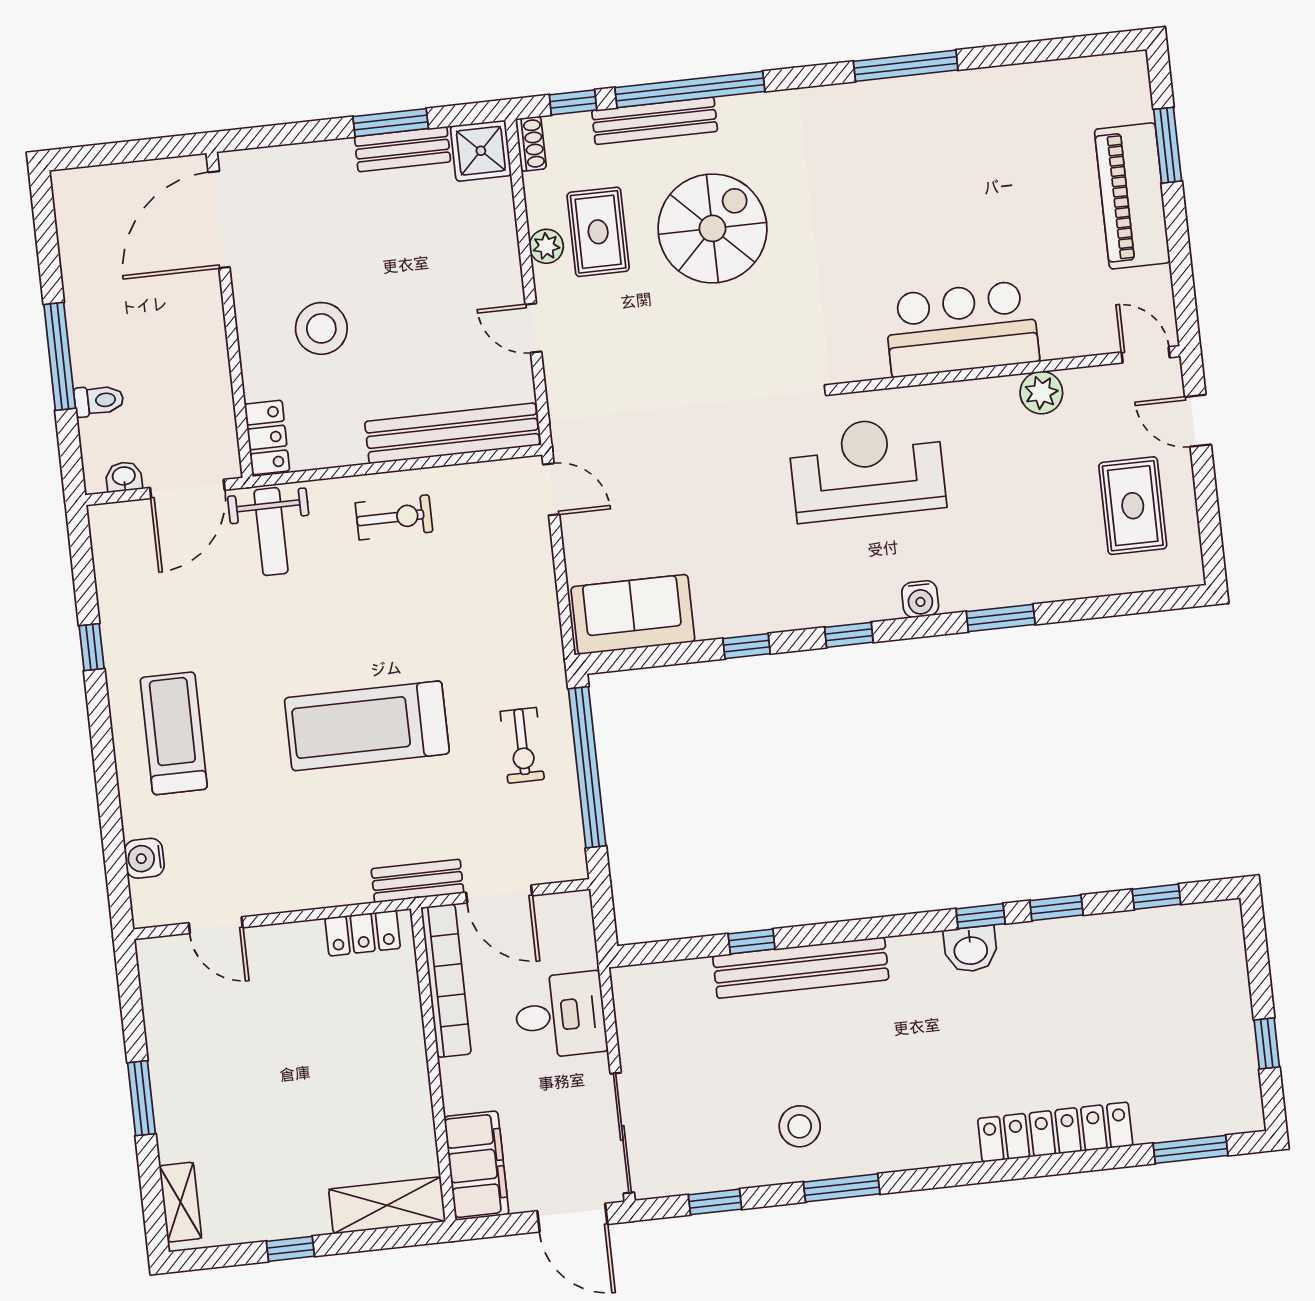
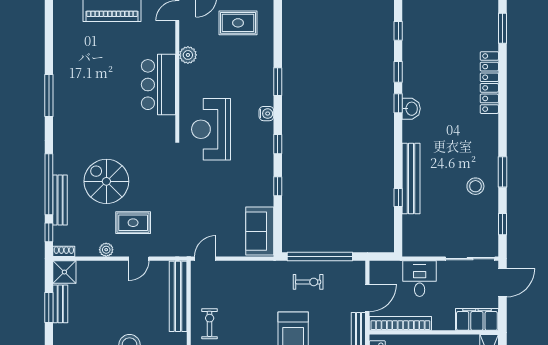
rug: (598, 232) -> (133, 223), moved

